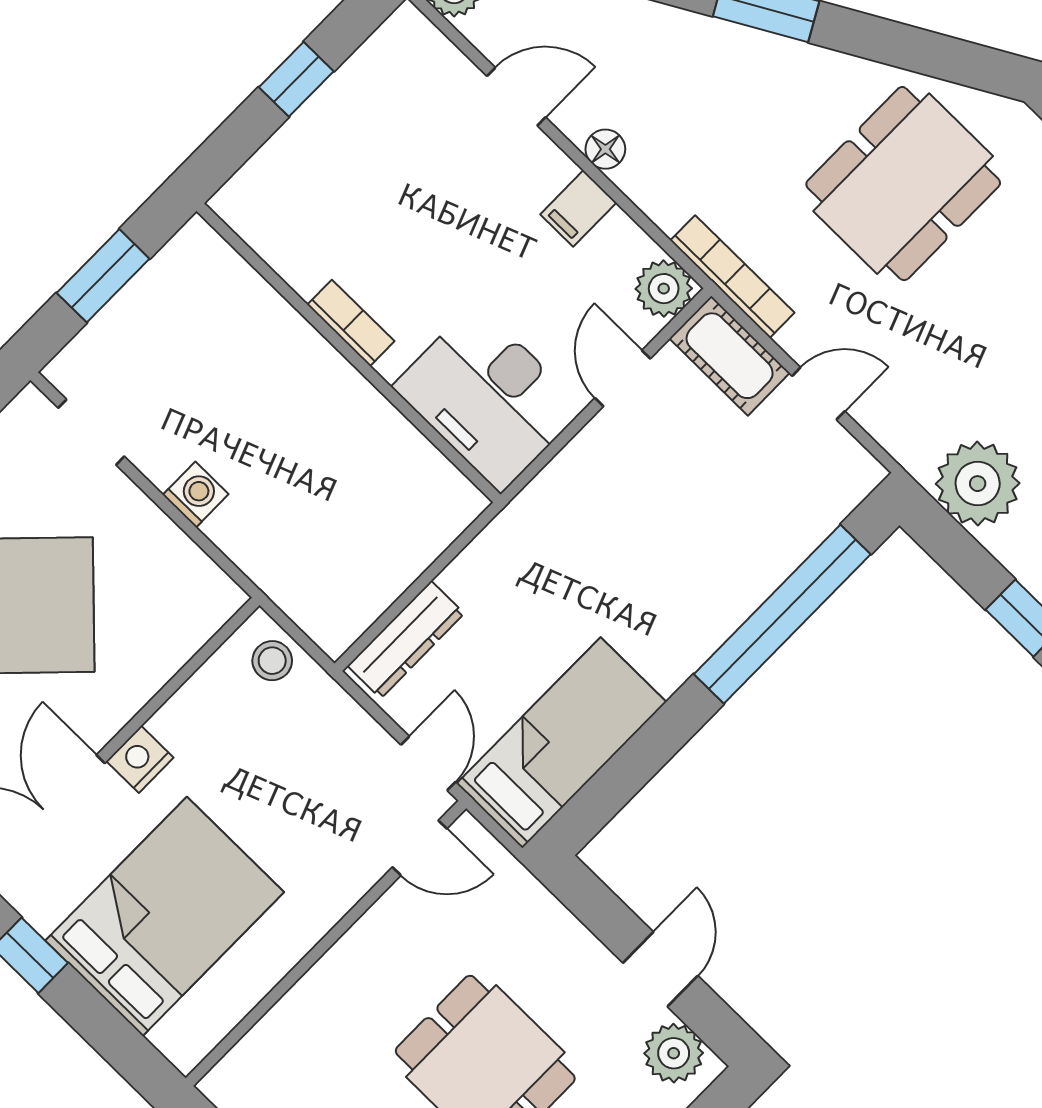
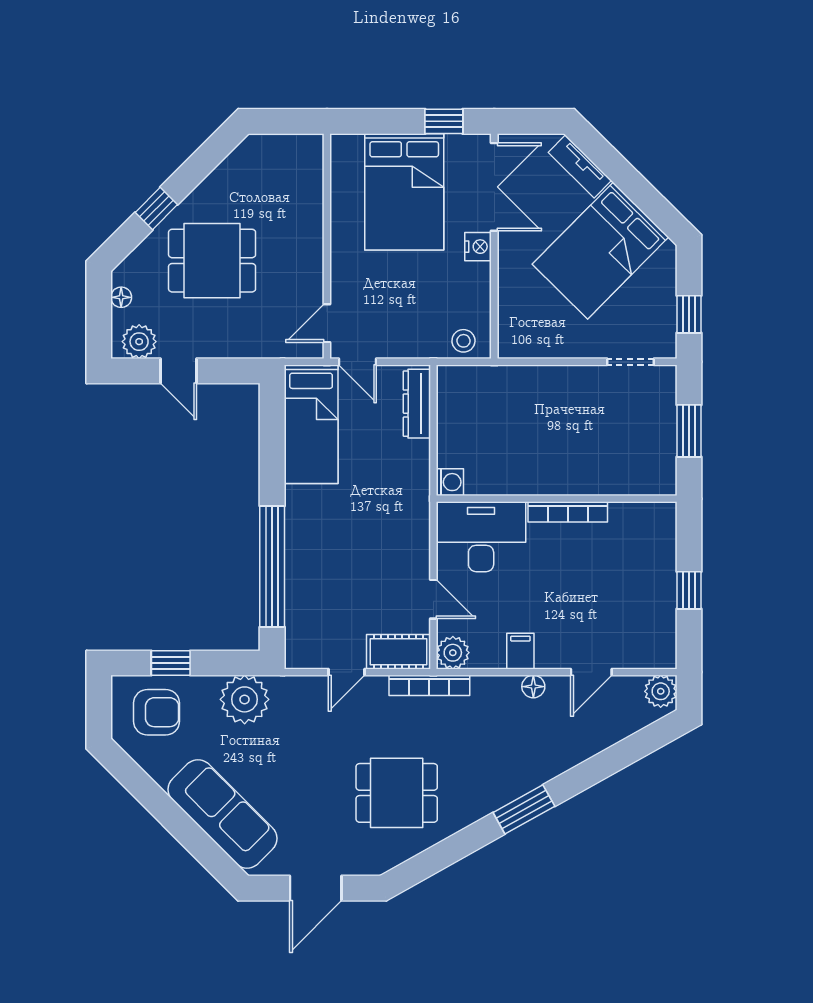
dining table: (903, 184) -> (397, 793), width x0.73
bookcase: (351, 323) -> (568, 512), width x1.56
washing machine: (196, 495) -> (450, 482), moved, turned -90

